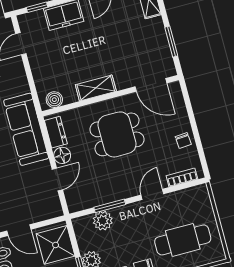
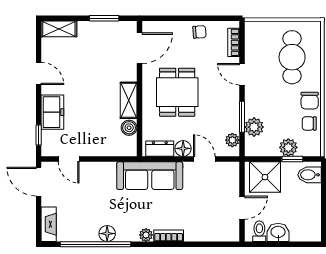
boiler: (54, 100) -> (129, 128), moved
plant: (84, 202) -> (232, 140), added

